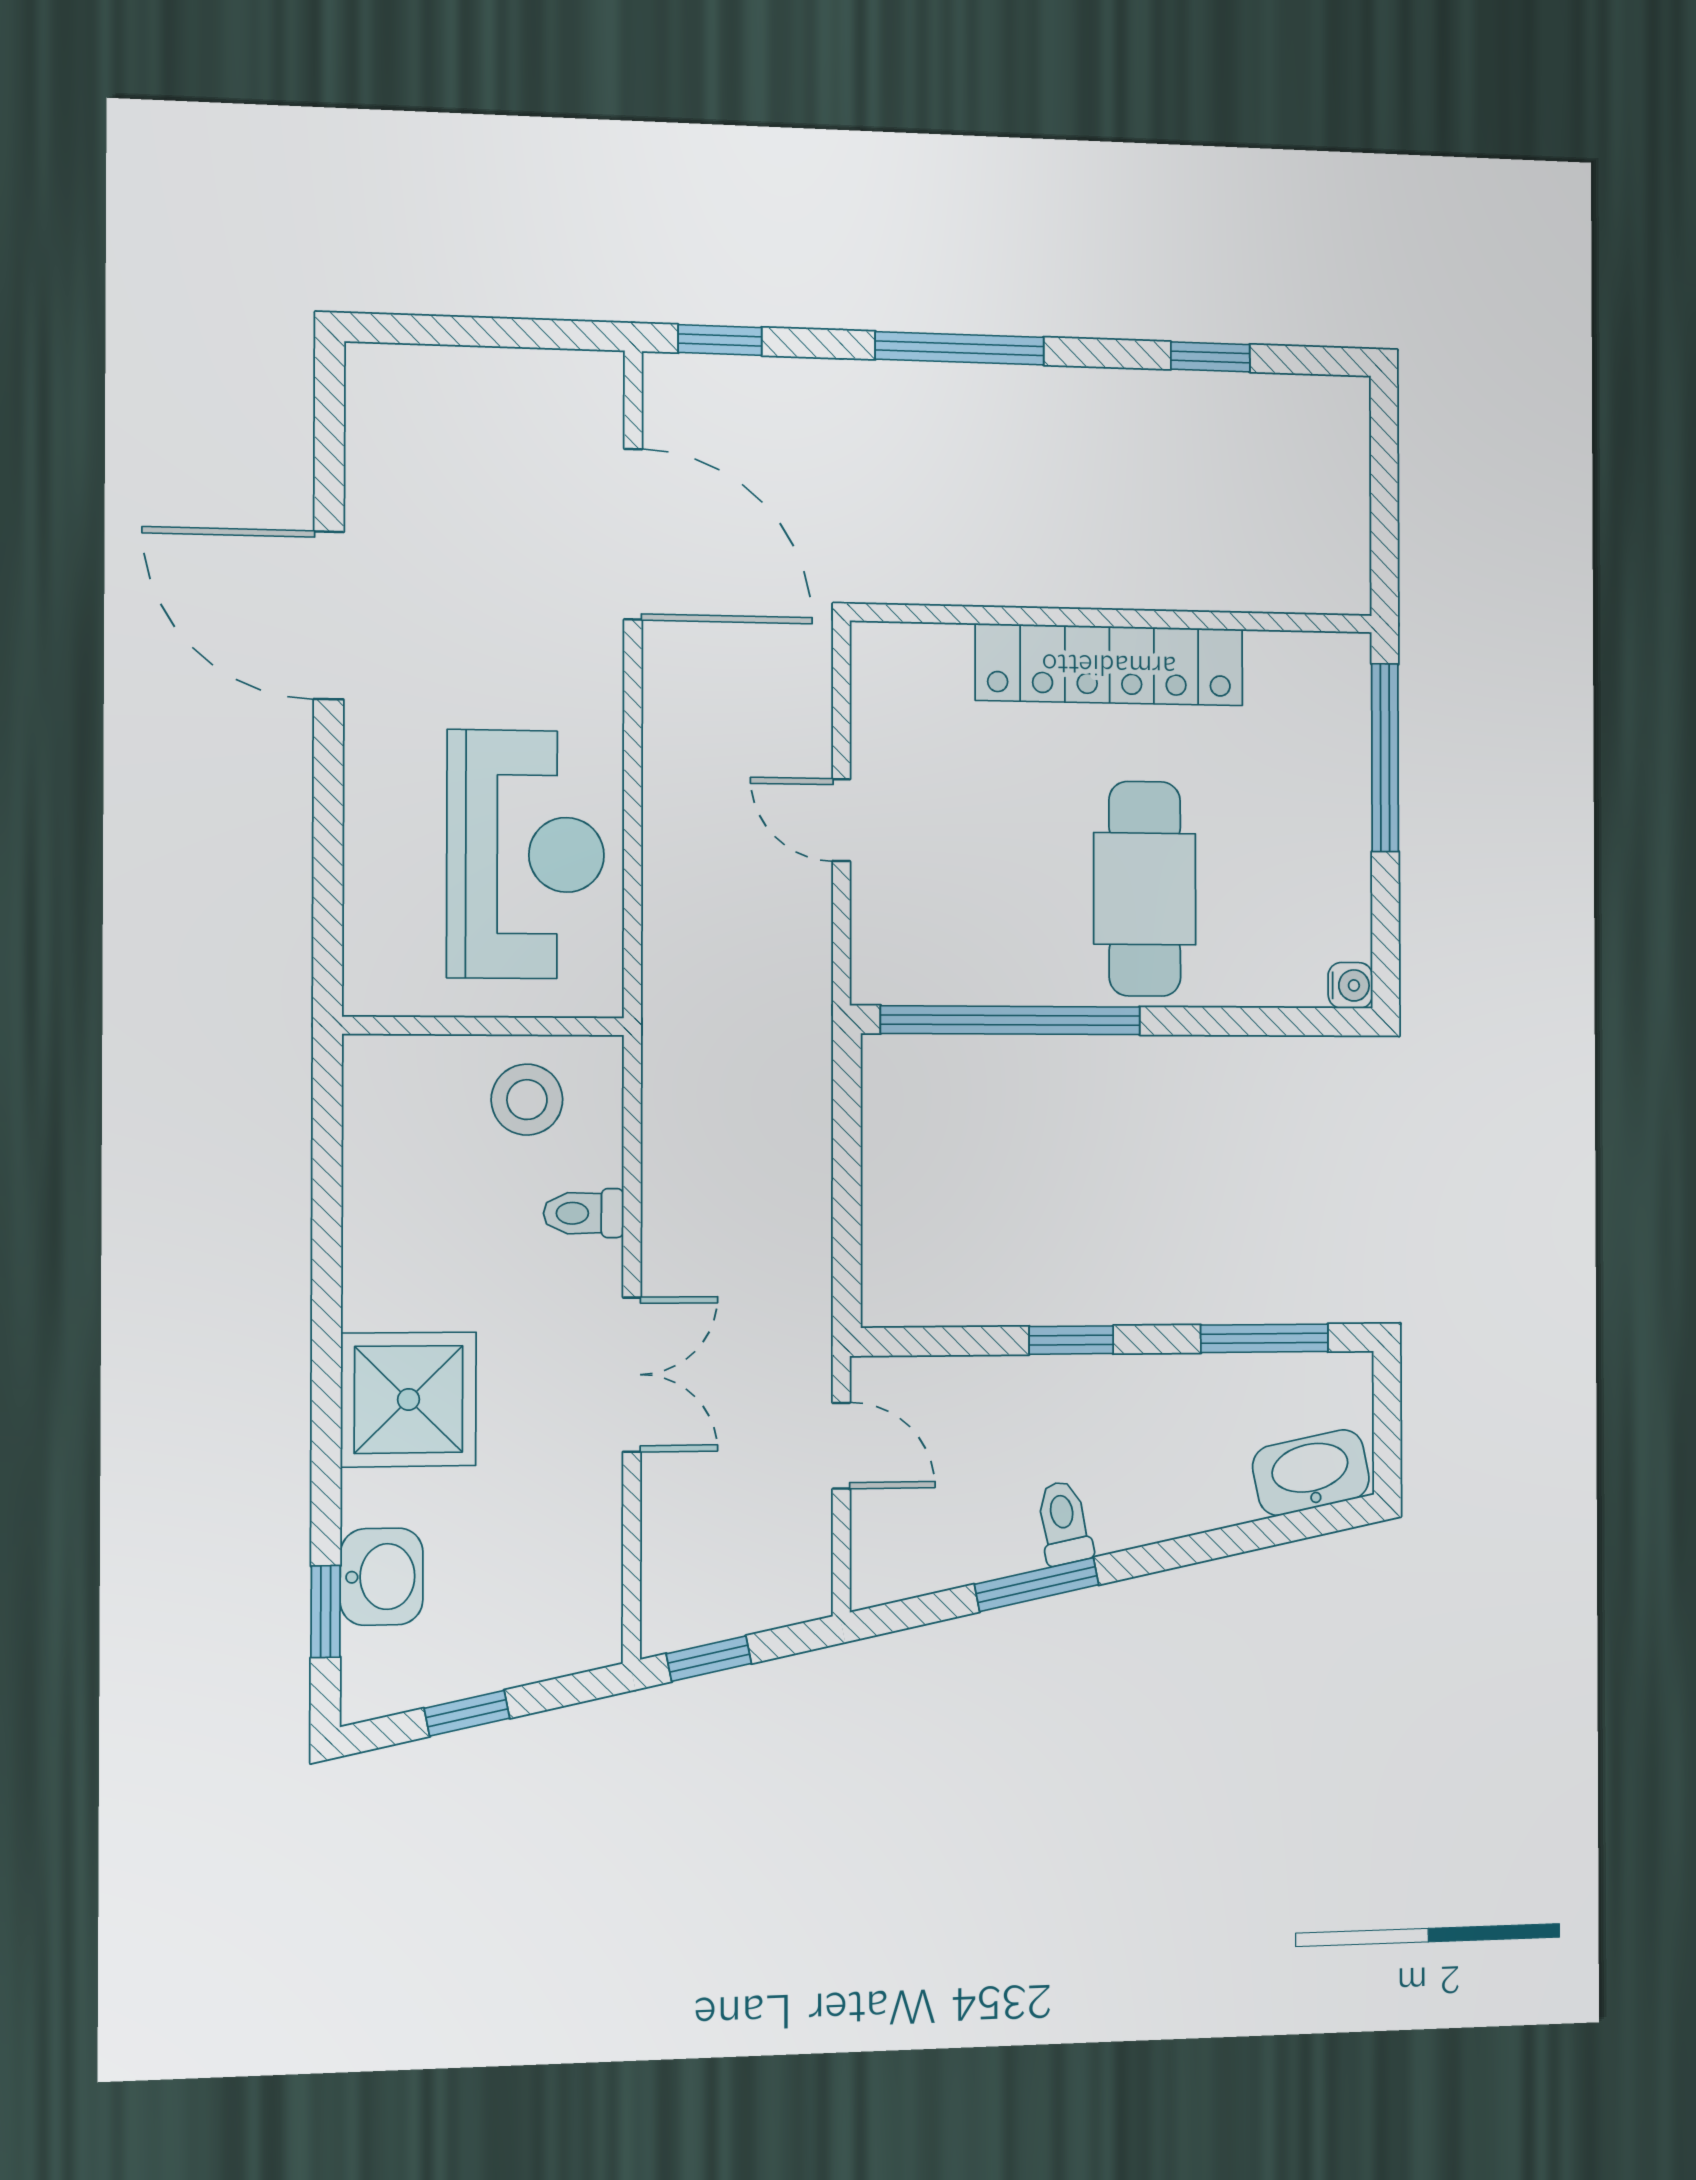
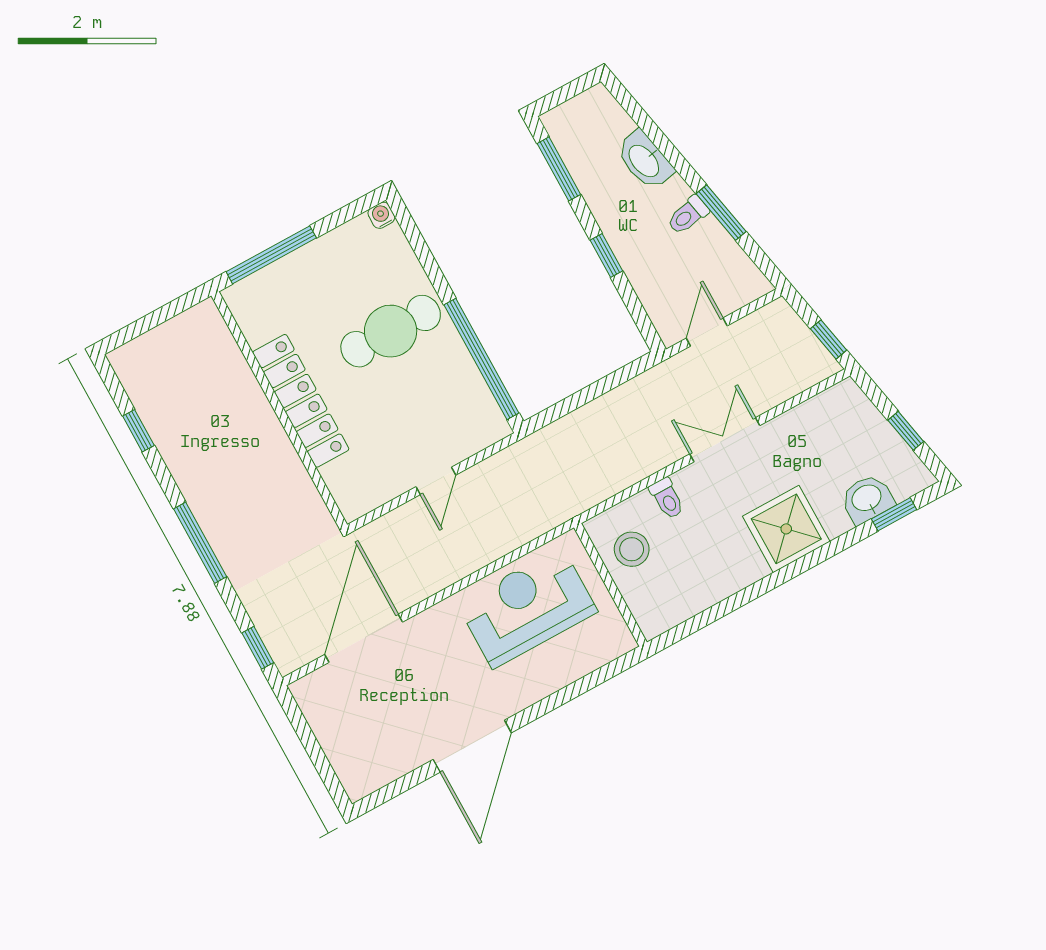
washbasin: (1311, 1473) -> (645, 160), moved

